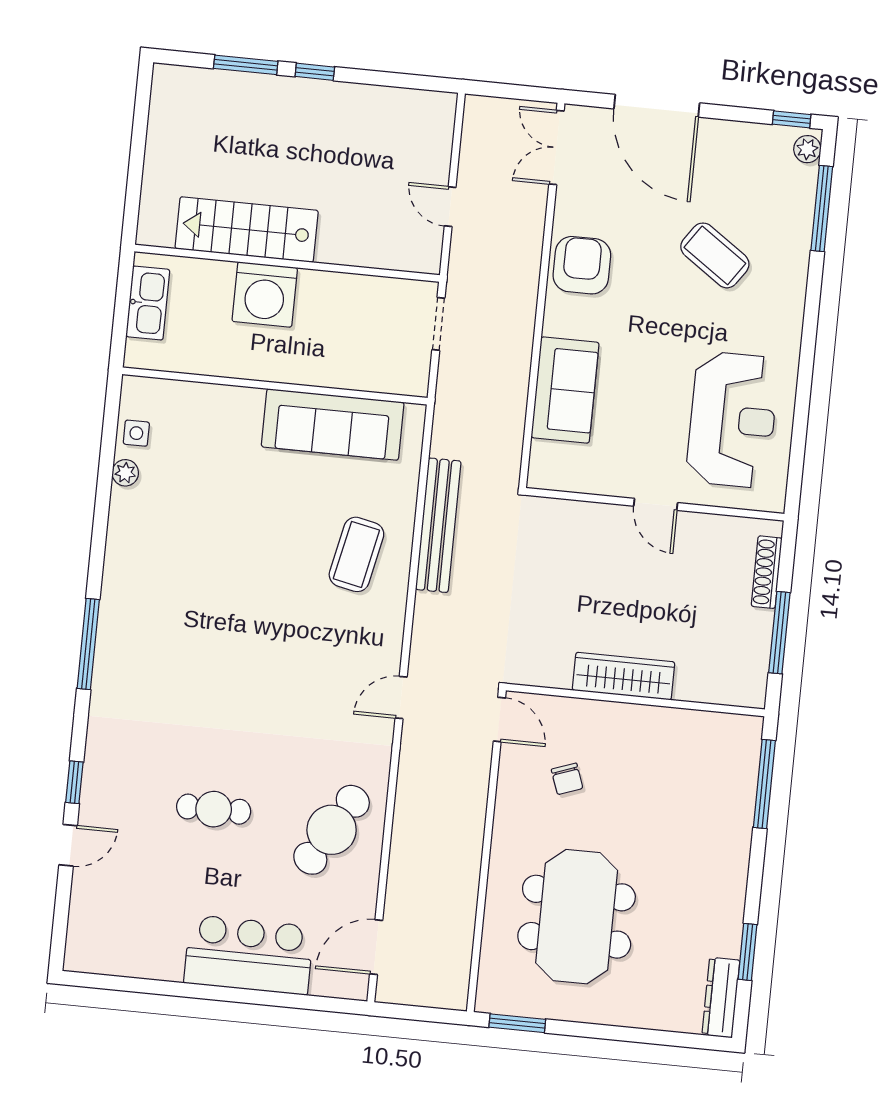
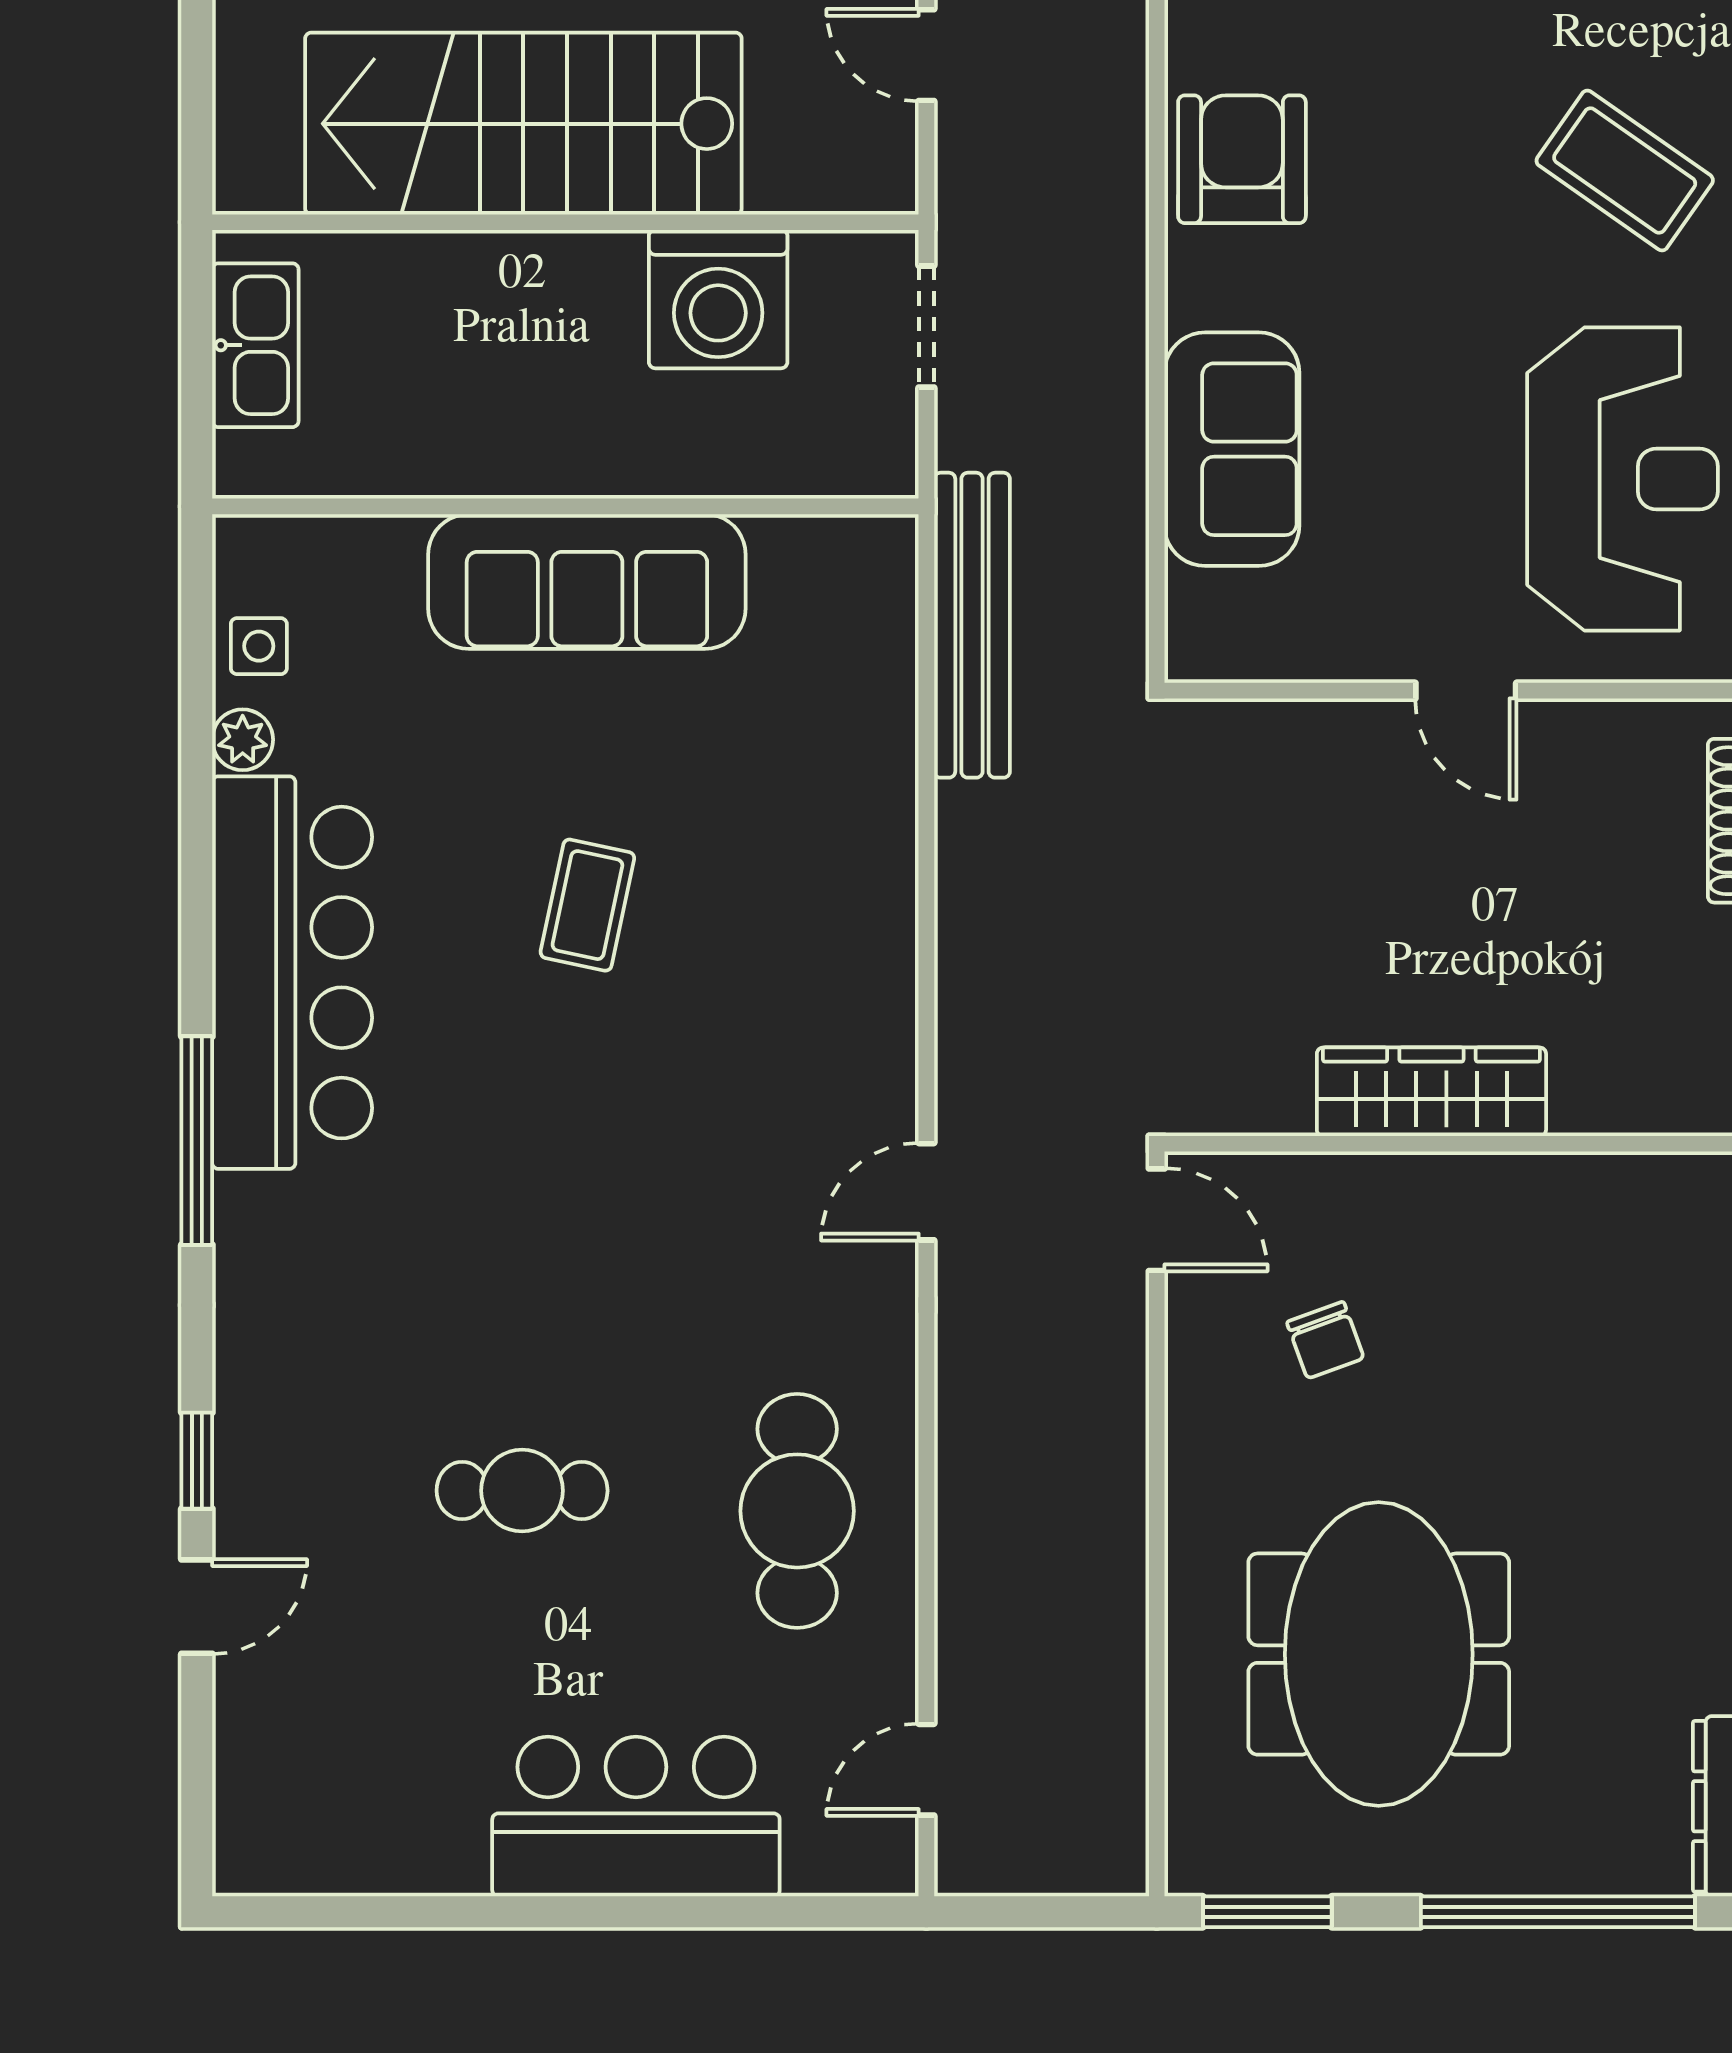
stairs: (247, 230) -> (523, 124), width x1.36, depth x1.51
coffee table: (715, 255) -> (1625, 170), moved
washing machine: (265, 295) -> (718, 299), moved
sofa: (333, 425) -> (587, 581), moved
bench: (438, 525) -> (972, 625), moved
coffee table: (356, 554) -> (587, 905), moved, width x0.73, depth x0.77
bar counter: (137, 576) -> (292, 973), added
cafe table: (332, 830) -> (797, 1511), turned -31
door: (376, 947) -> (926, 1770), width x0.73
window: (643, 1036) -> (1558, 1912), added

